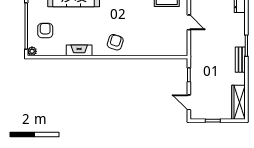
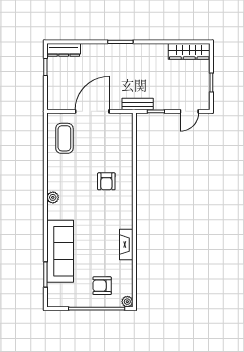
door: (189, 22) -> (92, 111), width x1.87
armchair: (115, 42) -> (106, 181), moved, turned -107
bench: (240, 60) -> (138, 104), moved

